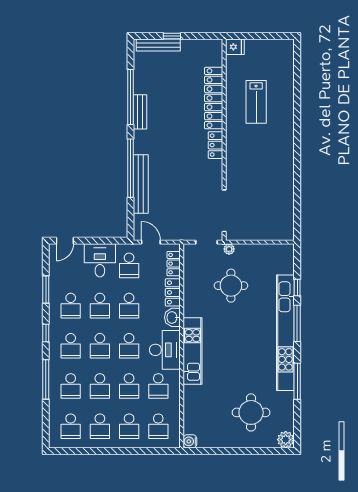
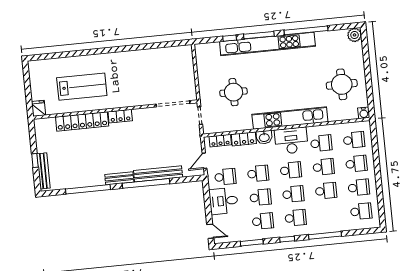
lab bench: (256, 102) -> (82, 87), width x1.36, depth x1.39
bench: (140, 112) -> (119, 178), moved
plant: (229, 249) -> (204, 97), removed
kitchen unit: (193, 351) -> (290, 118), width x1.36
window: (297, 381) -> (306, 30), width x1.46
school desk: (71, 386) -> (328, 215), removed
round table: (251, 412) -> (342, 84), moved

